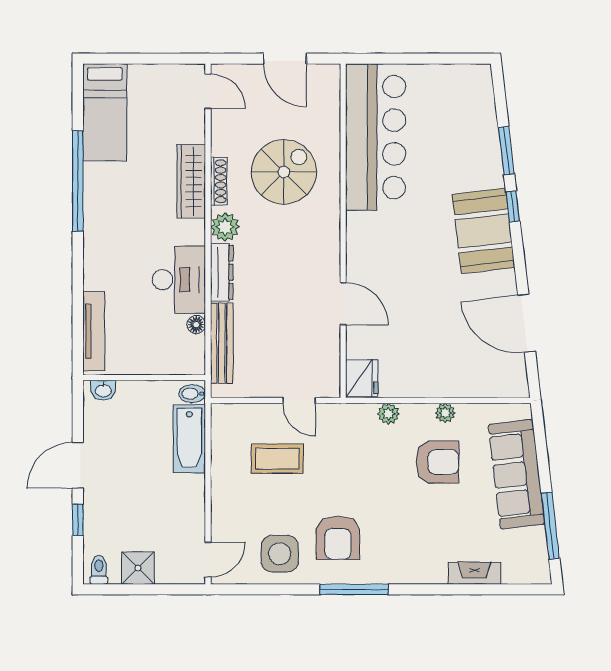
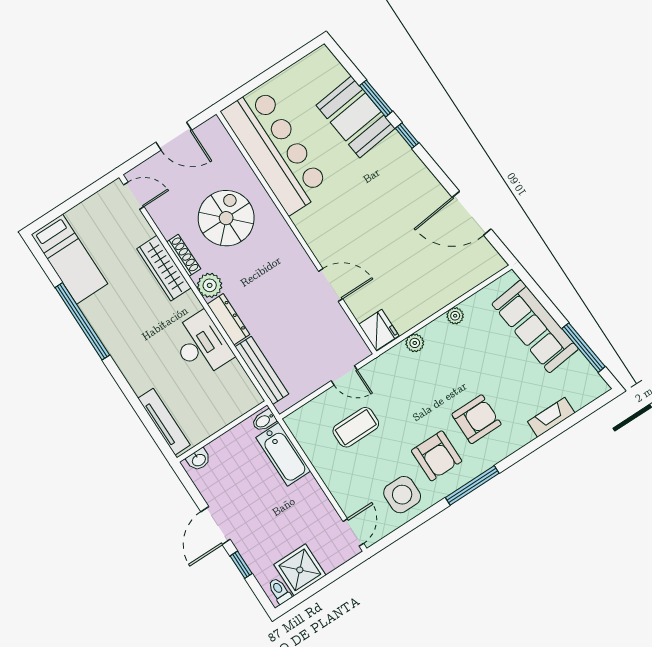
booth: (484, 231) -> (356, 117), moved
floor lamp: (196, 325) -> (235, 369), removed
armchair: (437, 462) -> (476, 419), moved
shower: (138, 568) -> (300, 570), width x1.36, depth x1.36

